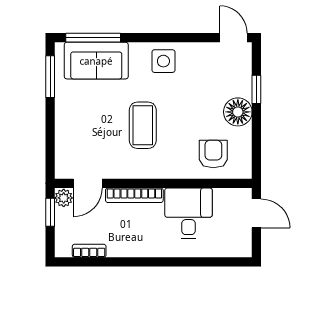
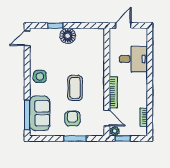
window: (50, 77) -> (75, 138), moved
coffee table: (143, 125) -> (75, 88), turned 90
armchair: (213, 154) -> (72, 119), moved, turned 90
desk: (188, 213) -> (133, 59), moved, turned 180

